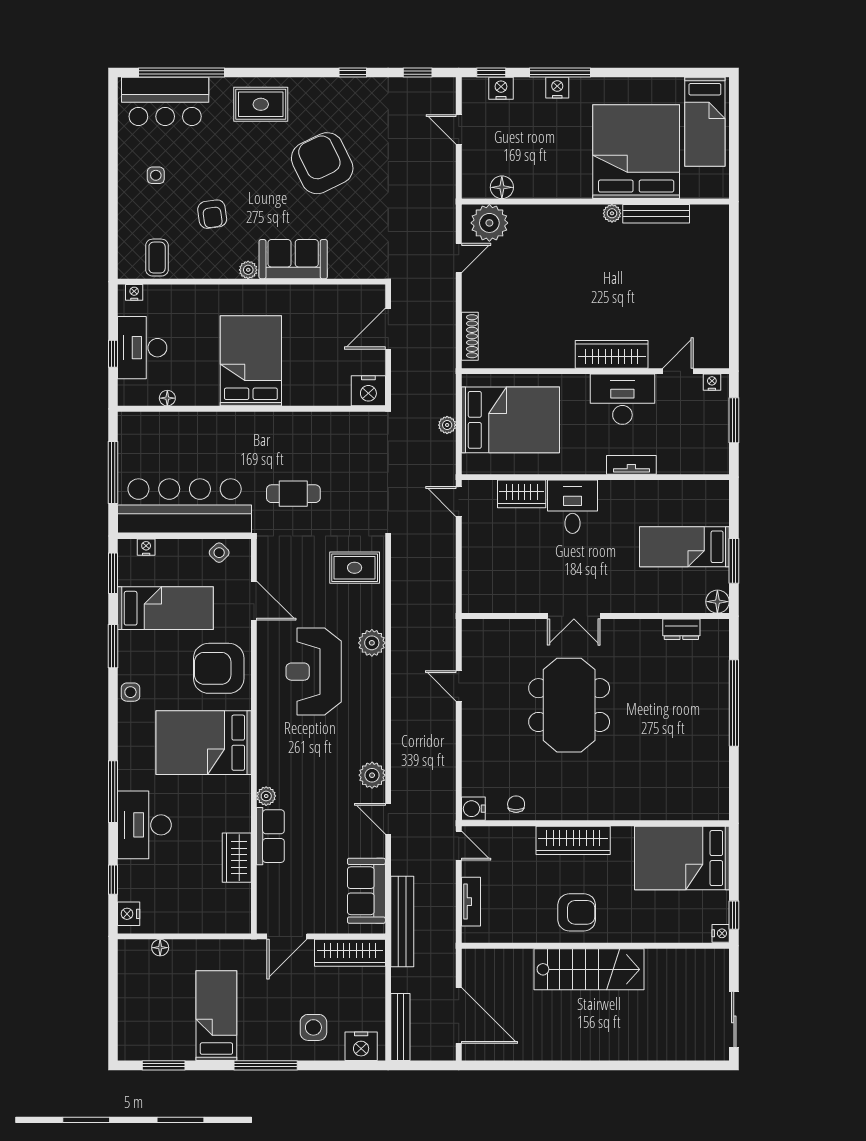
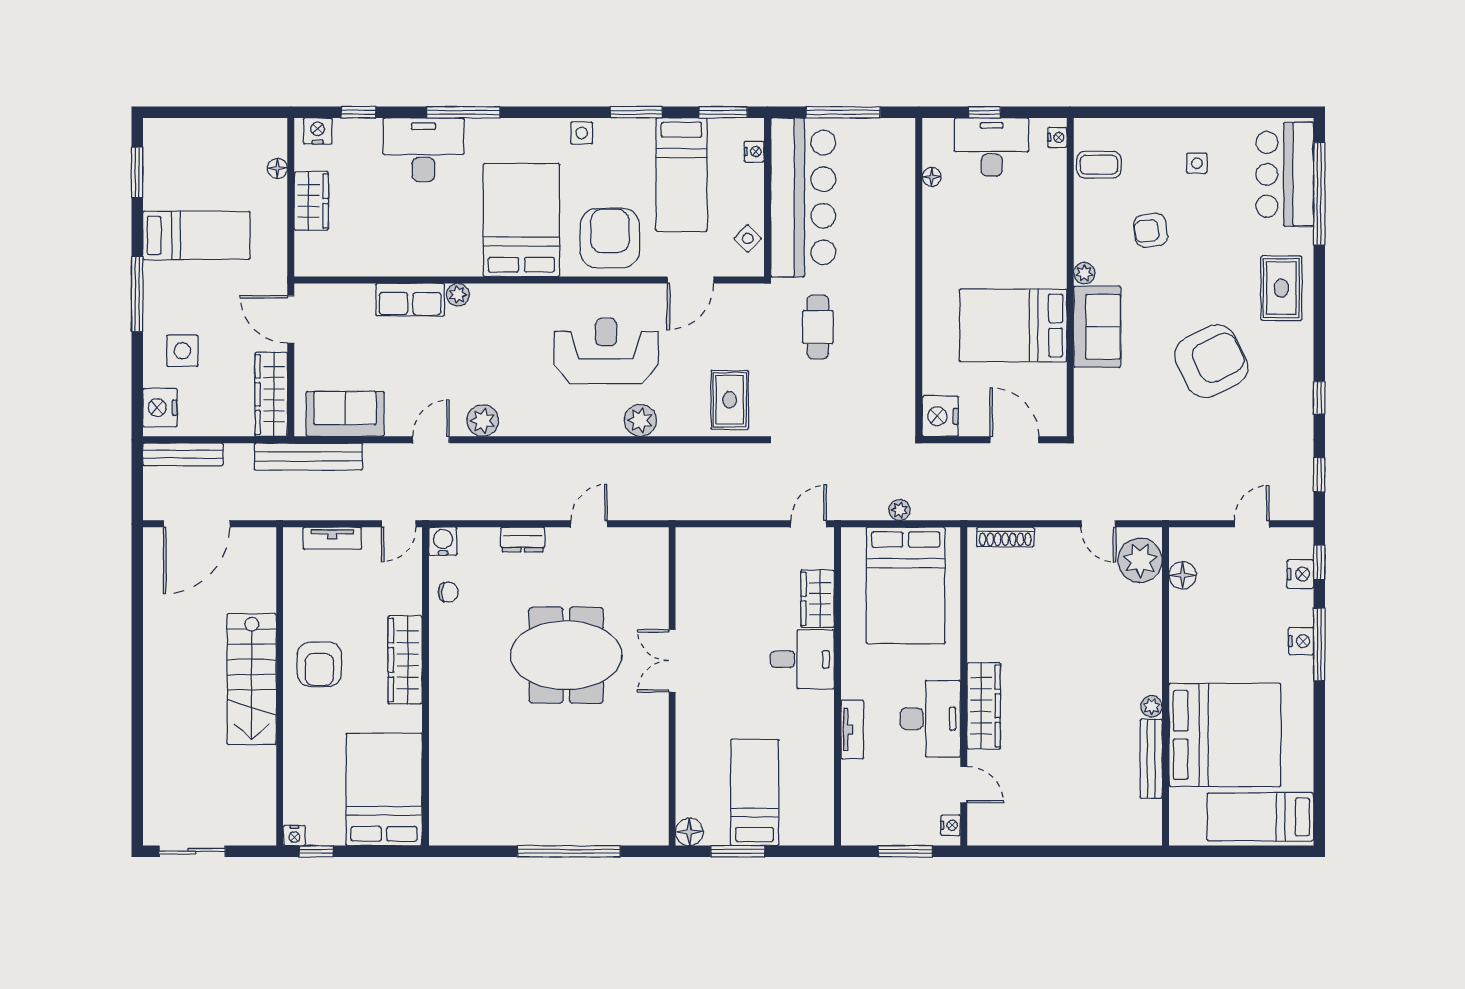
bed: (251, 361) -> (1013, 325), moved, turned 180
dresser: (681, 629) -> (523, 540), moved, turned -90
wardrobe: (237, 858) -> (311, 201), moved, turned 90

